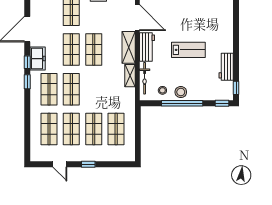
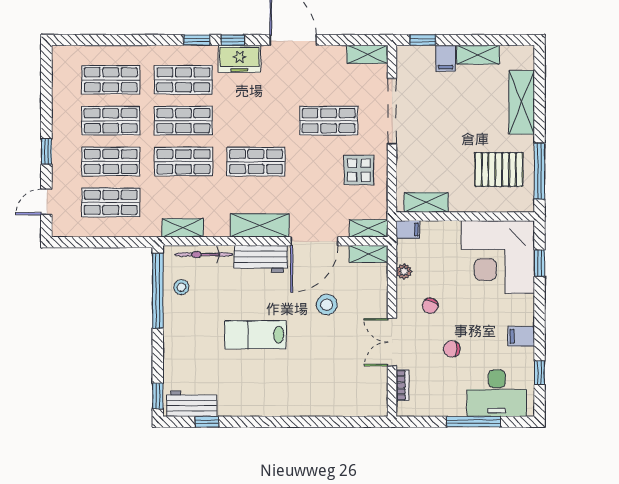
shop shelf: (71, 50) -> (183, 162), moved
lab bench: (188, 50) -> (255, 335), turned 90
workbench: (226, 67) -> (192, 404), moved
shelving: (130, 76) -> (183, 228), moved
window: (236, 88) -> (207, 422), moved
stool: (181, 92) -> (327, 305), moved
window: (182, 103) -> (158, 291), moved
door: (60, 164) -> (46, 202), moved

